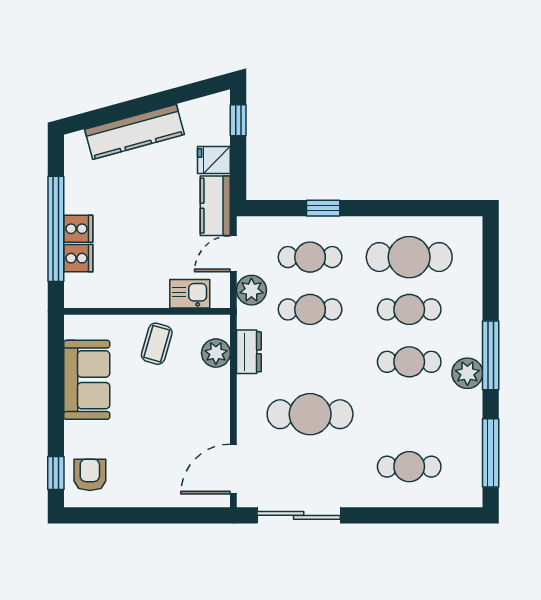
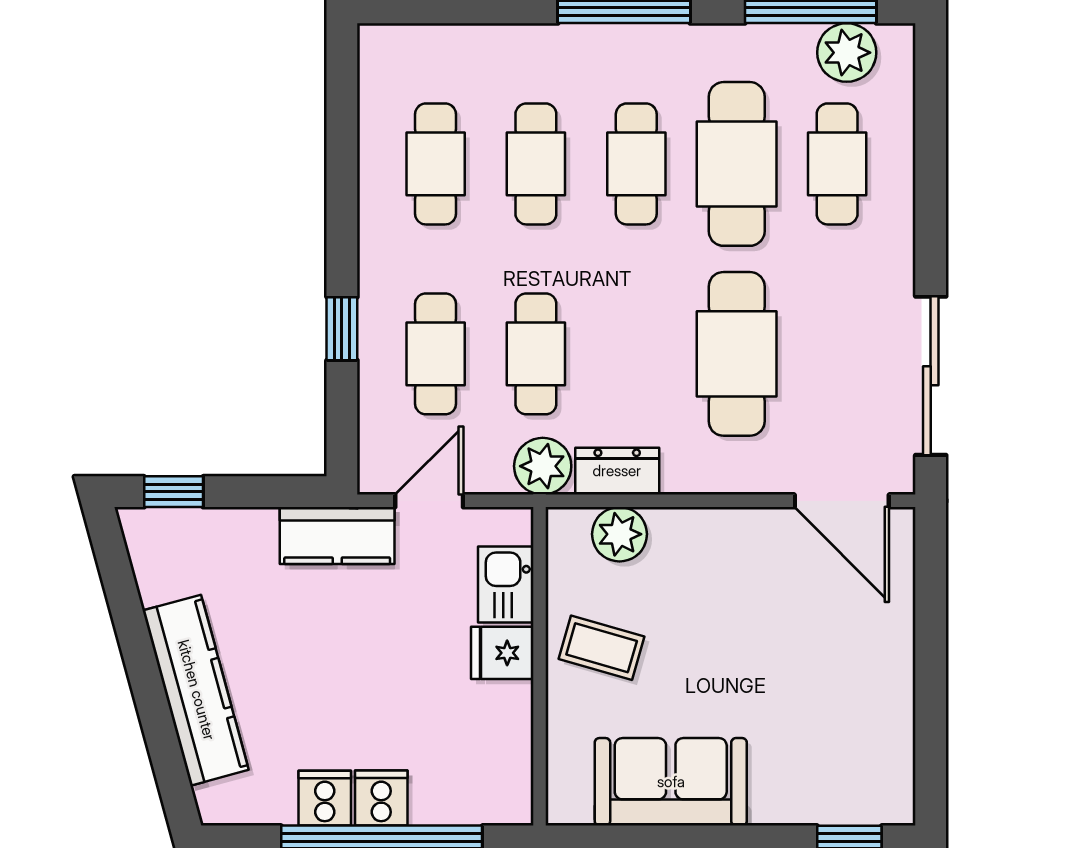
fridge: (214, 160) -> (502, 653), moved, turned 90
door: (233, 254) -> (429, 501), swing flipped
cafe table: (409, 257) -> (436, 164), width x0.73, depth x0.74
cooker: (78, 258) -> (325, 798), moved
plant: (251, 290) -> (543, 466), moved
plant: (467, 373) -> (847, 53), moved
cafe table: (409, 414) -> (737, 164), added
armchair: (90, 475) -> (853, 776), removed

